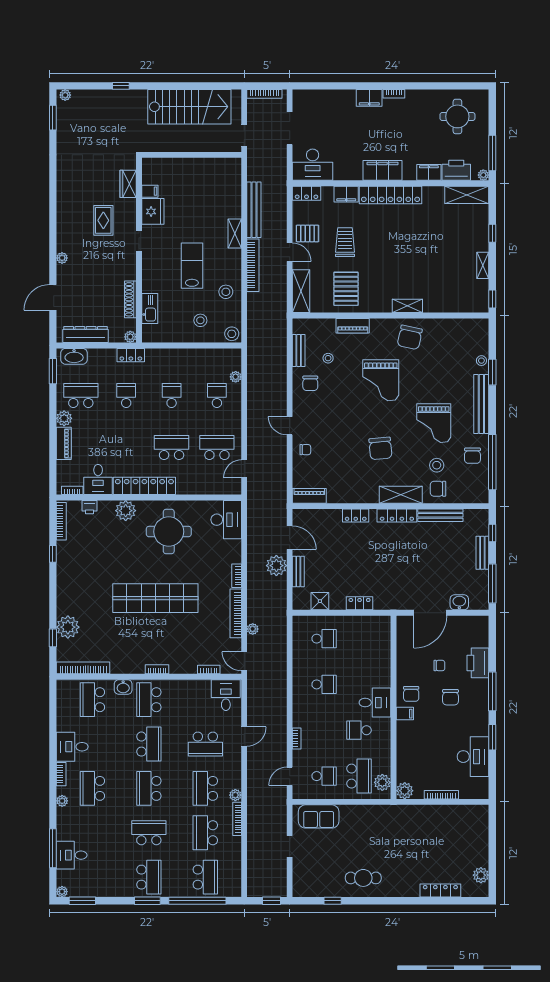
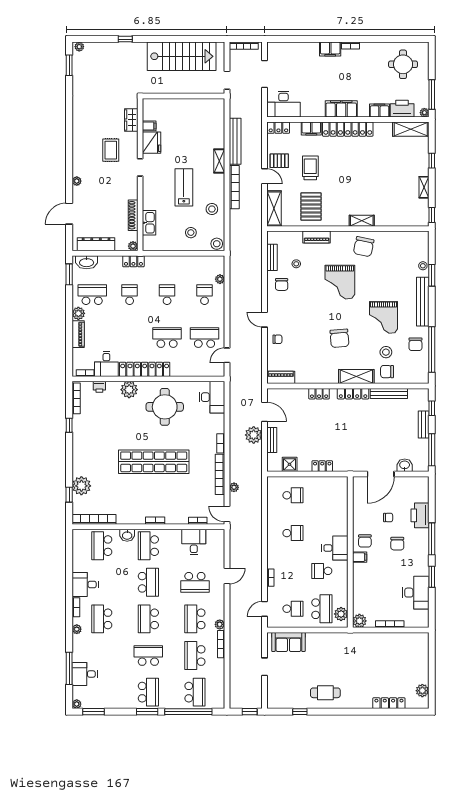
desk: (226, 695) -> (194, 542), moved

